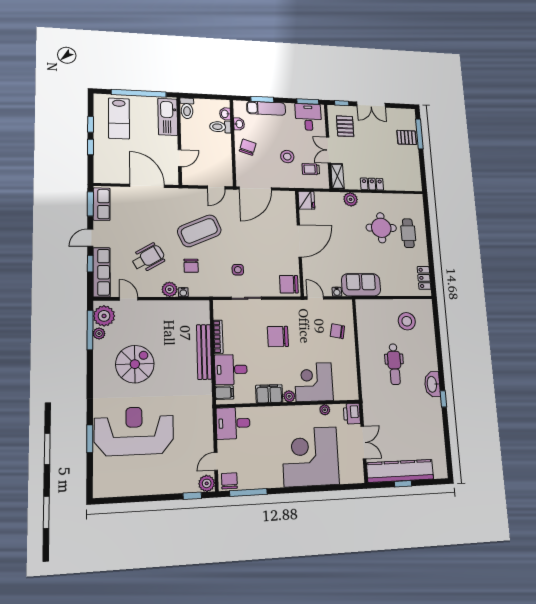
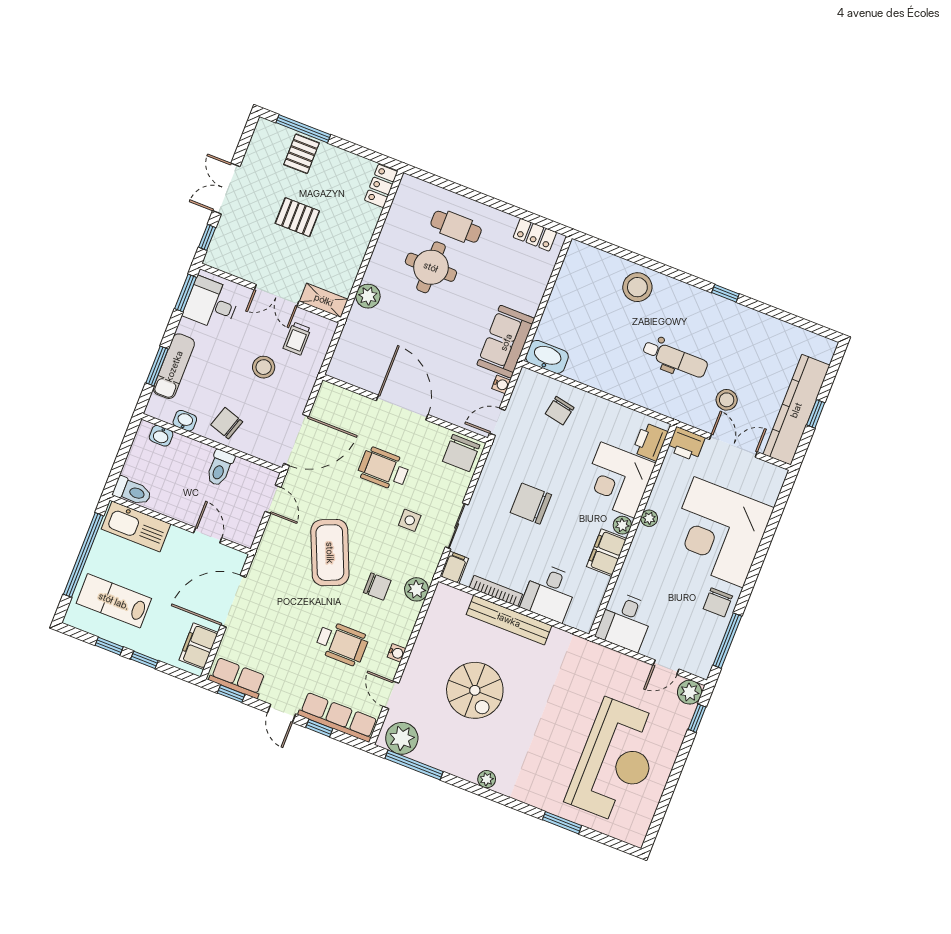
double door: (371, 105) -> (226, 189), swing flipped
lab bench: (119, 118) -> (114, 601), turned 180
pallet: (345, 126) -> (297, 217), moved
toilet: (220, 127) -> (220, 468), moved
filing cabinet: (112, 175) -> (199, 646), added
locker: (372, 184) -> (381, 186), moved
door: (255, 188) -> (296, 440), hinge flipped
fridge: (306, 200) -> (344, 368), removed
window: (90, 204) -> (231, 694), width x0.67
wheelchair: (261, 243) -> (384, 469), added
wheelchair: (148, 258) -> (342, 643), turned 120
plant: (170, 289) -> (416, 589), moved
water cooler: (183, 292) -> (397, 653), moved
door: (129, 299) -> (391, 695), hinge flipped
stool: (407, 321) -> (637, 287), moved
plant: (99, 334) -> (487, 779), moved
chair: (278, 336) -> (531, 504), turned 90
spiral stairs: (135, 364) -> (475, 690), moved, turned 180
dental chair: (394, 364) -> (675, 359), moved
washbasin: (432, 384) -> (547, 357), moved, turned 180
printer: (344, 392) -> (650, 442), added
filing cabinet: (224, 393) -> (454, 567), moved
plant: (325, 410) -> (649, 518), moved
stool: (387, 426) -> (727, 400), added
reception desk: (134, 431) -> (616, 761), moved, turned 180
door: (216, 461) -> (666, 667), hinge flipped
chair: (229, 481) -> (718, 602), moved, turned -90

